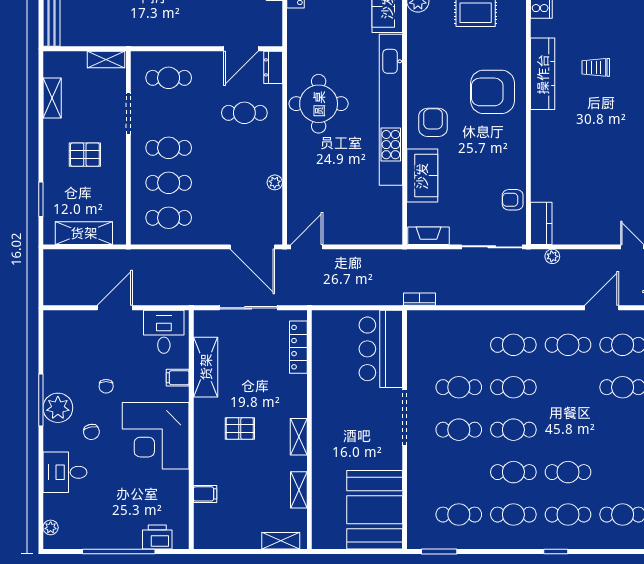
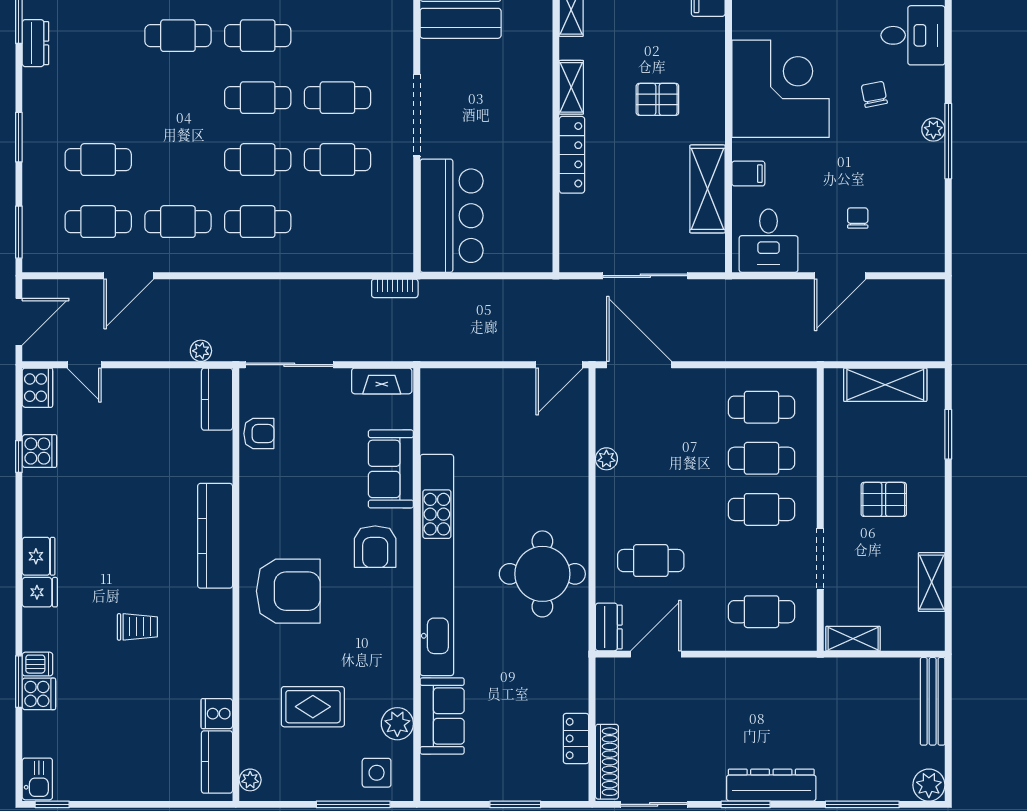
kitchen counter: (543, 74) -> (215, 536), moved
locker: (298, 347) -> (572, 155), moved
chair: (106, 386) -> (858, 218), moved
plant: (58, 408) -> (933, 130), width x0.53, depth x0.53

